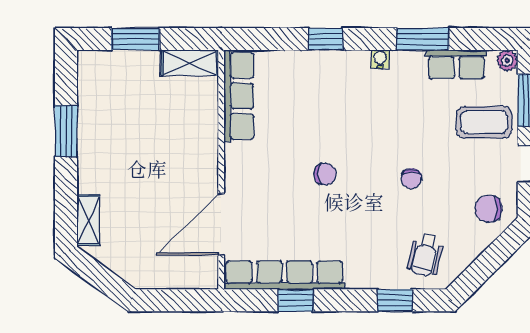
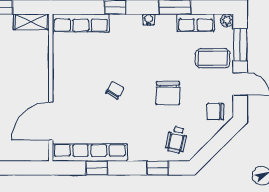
row of seats: (239, 96) -> (81, 23), moved, turned 90
chair: (325, 174) -> (115, 90), turned -59
chair: (411, 179) -> (168, 93), width x1.87, depth x1.87

